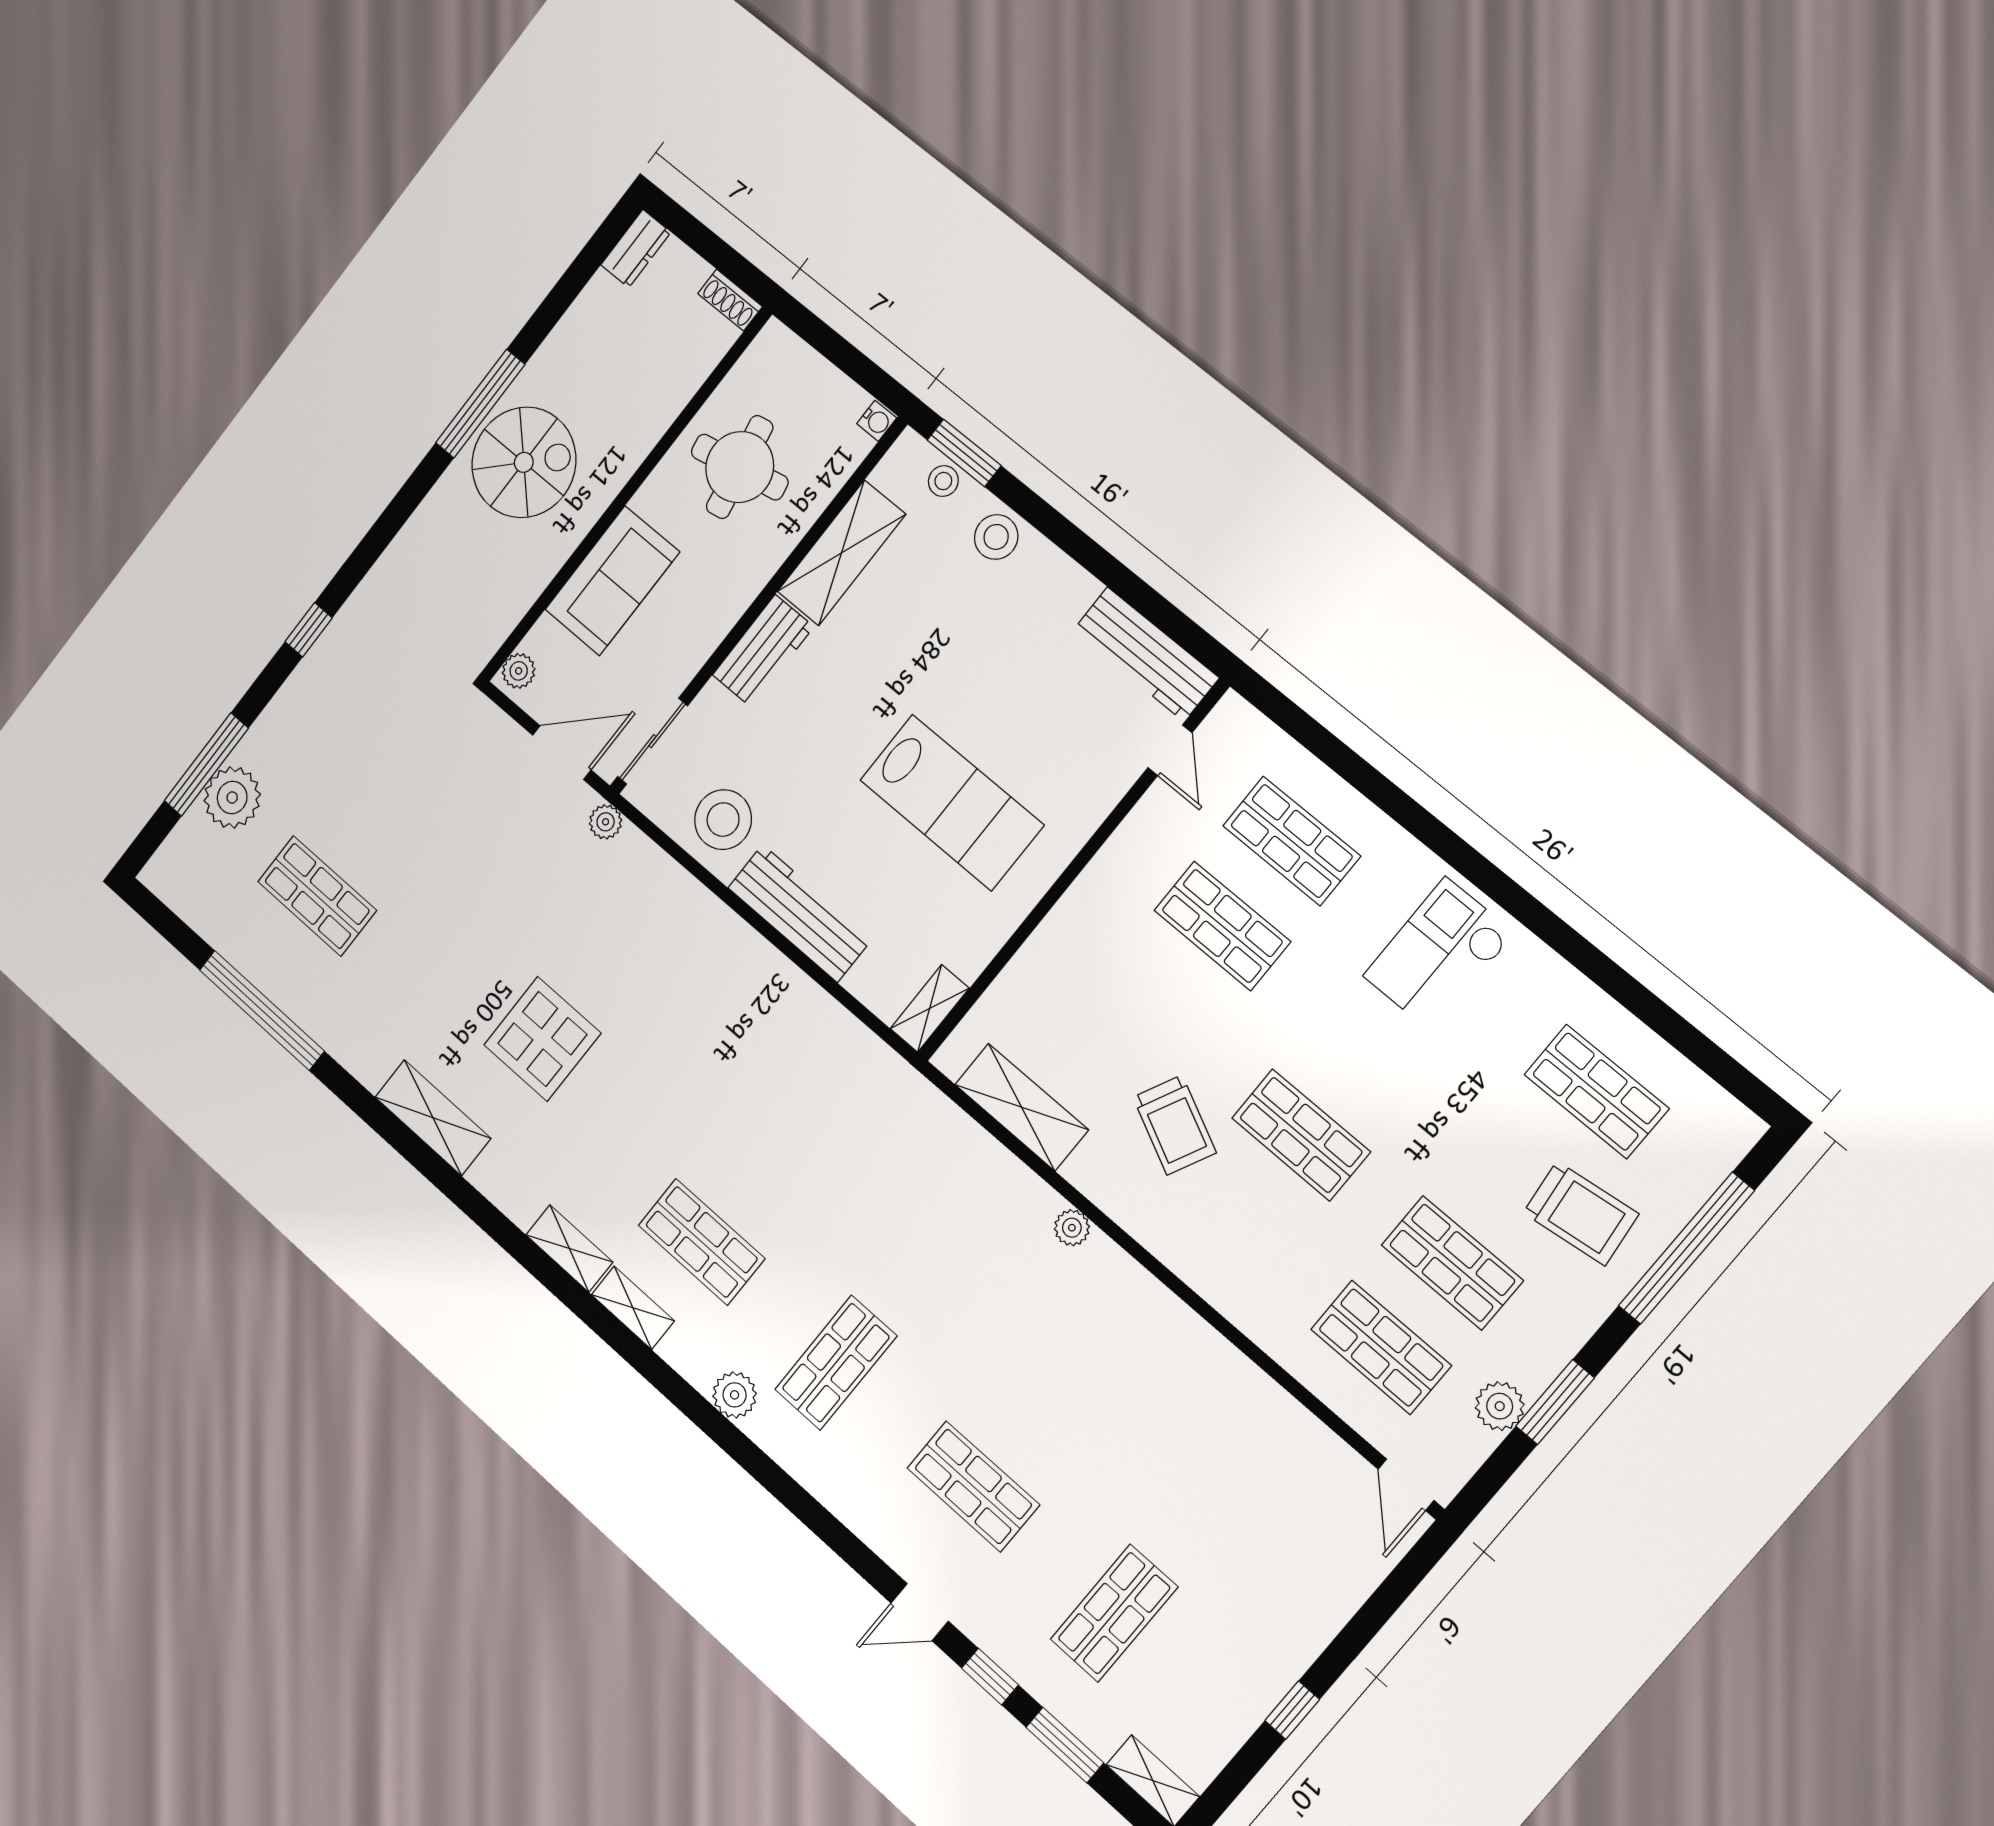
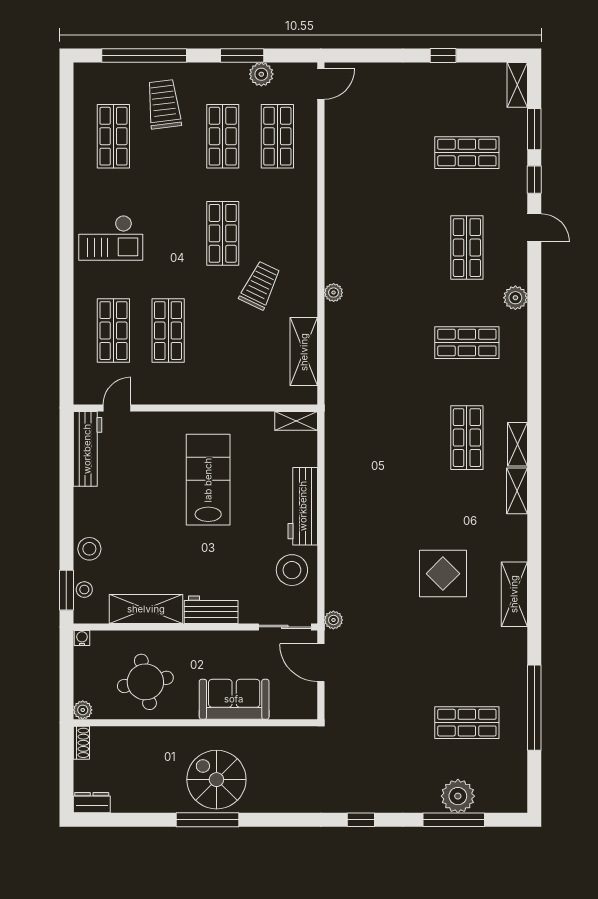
plant: (519, 671) -> (83, 710), moved
shop shelf: (317, 896) -> (467, 723), turned 90
plant: (735, 1395) -> (515, 298), moved

